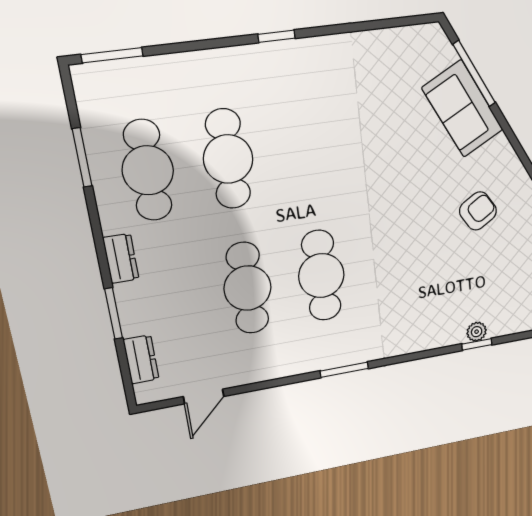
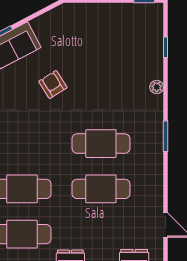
armchair: (478, 211) -> (53, 84), moved
plant: (477, 332) -> (157, 87), moved

